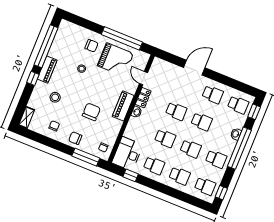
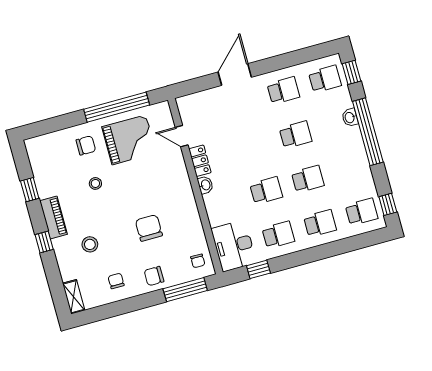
window: (46, 46) -> (30, 190), width x0.32
piano: (123, 106) -> (183, 190), removed
school desk: (176, 111) -> (254, 146), removed
school desk: (216, 159) -> (349, 168), removed

